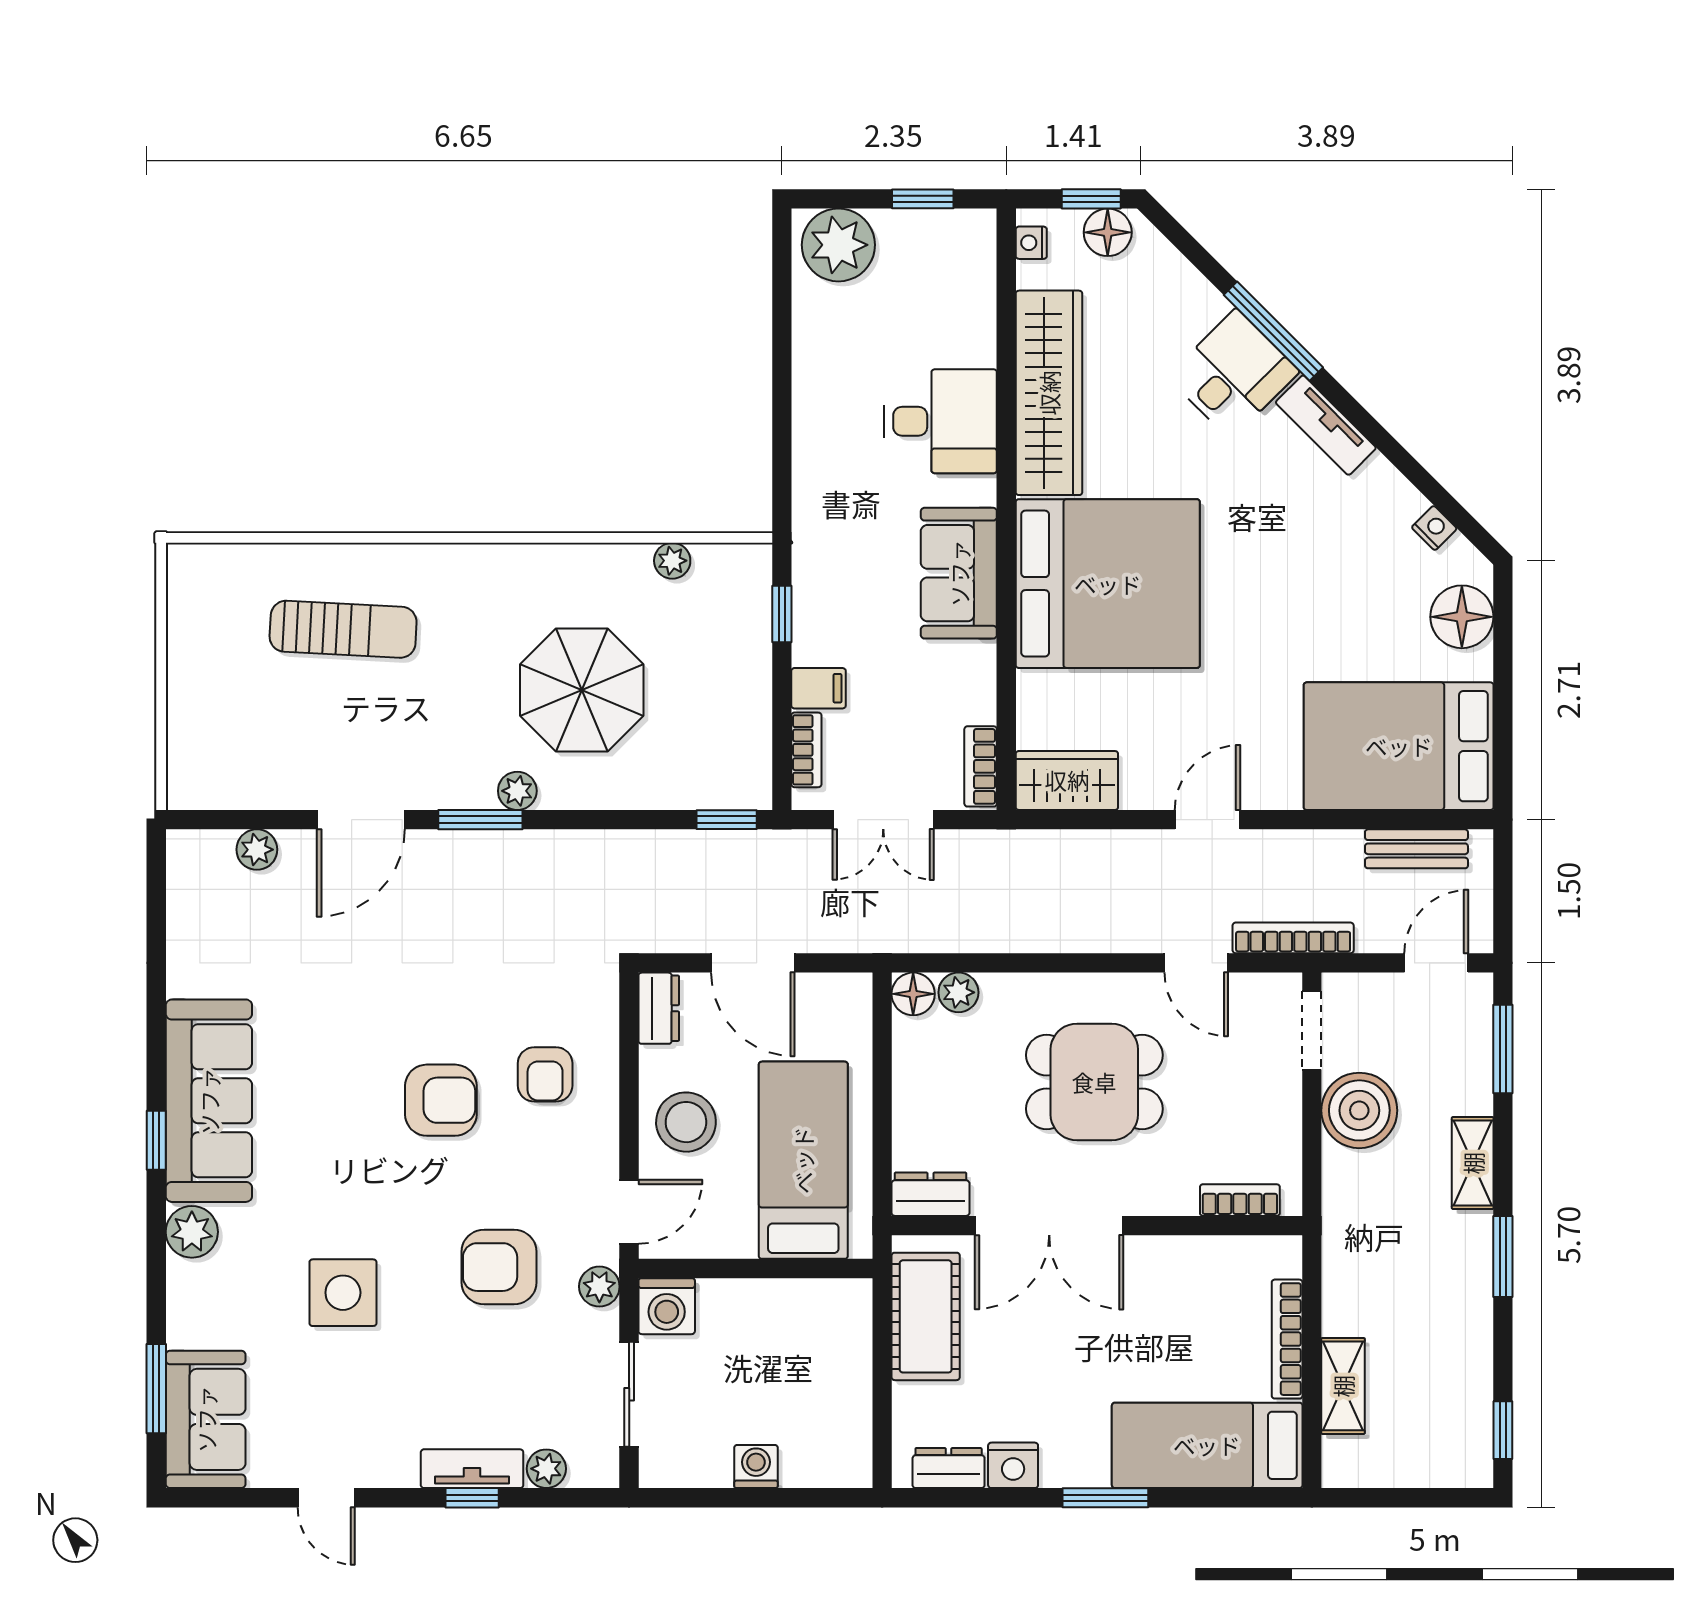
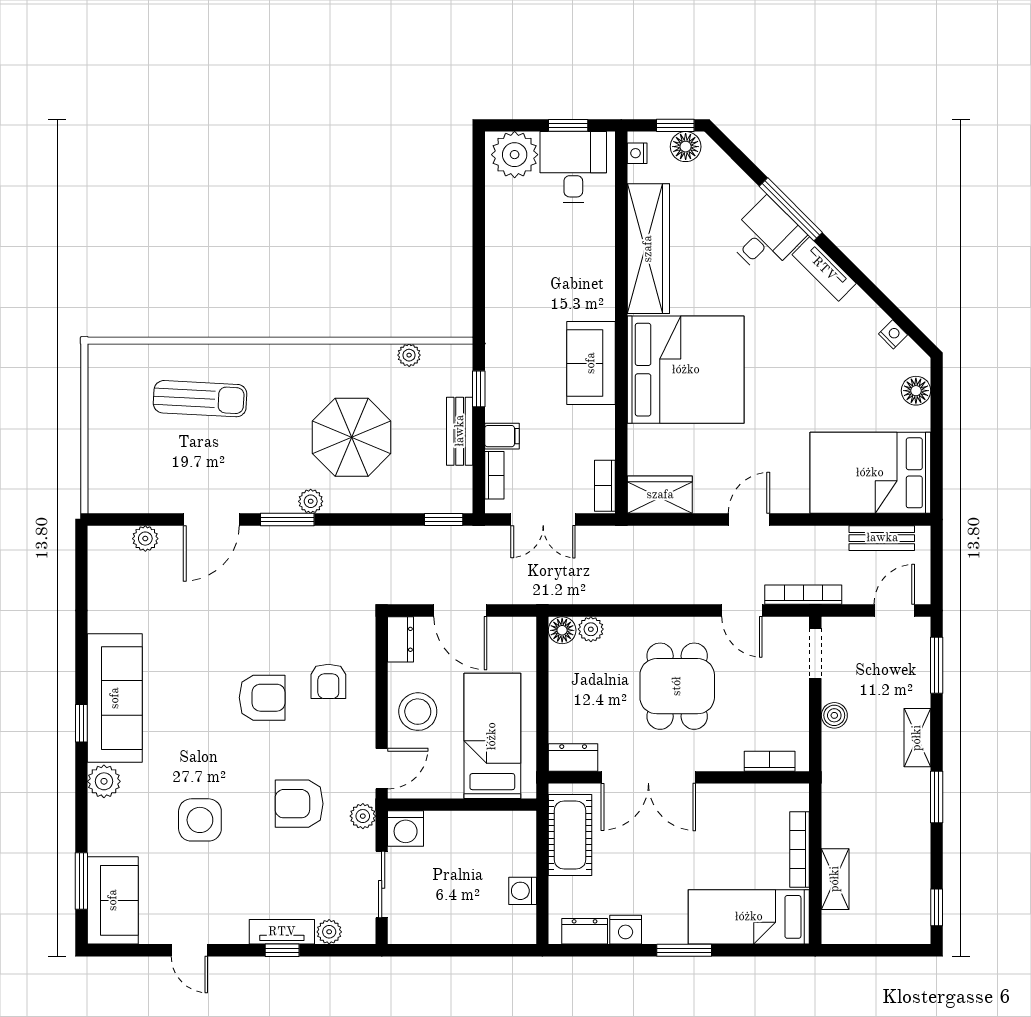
desk: (941, 421) -> (573, 167), moved, turned -90
floor lamp: (1462, 617) -> (916, 391), width x0.73, depth x0.73
bench: (752, 681) -> (460, 431), added
dining table: (1094, 1082) -> (677, 686), turned 90
boiler: (1359, 1110) -> (834, 715), width x0.54, depth x0.54
washing machine: (756, 1466) -> (523, 891), moved, turned -90

